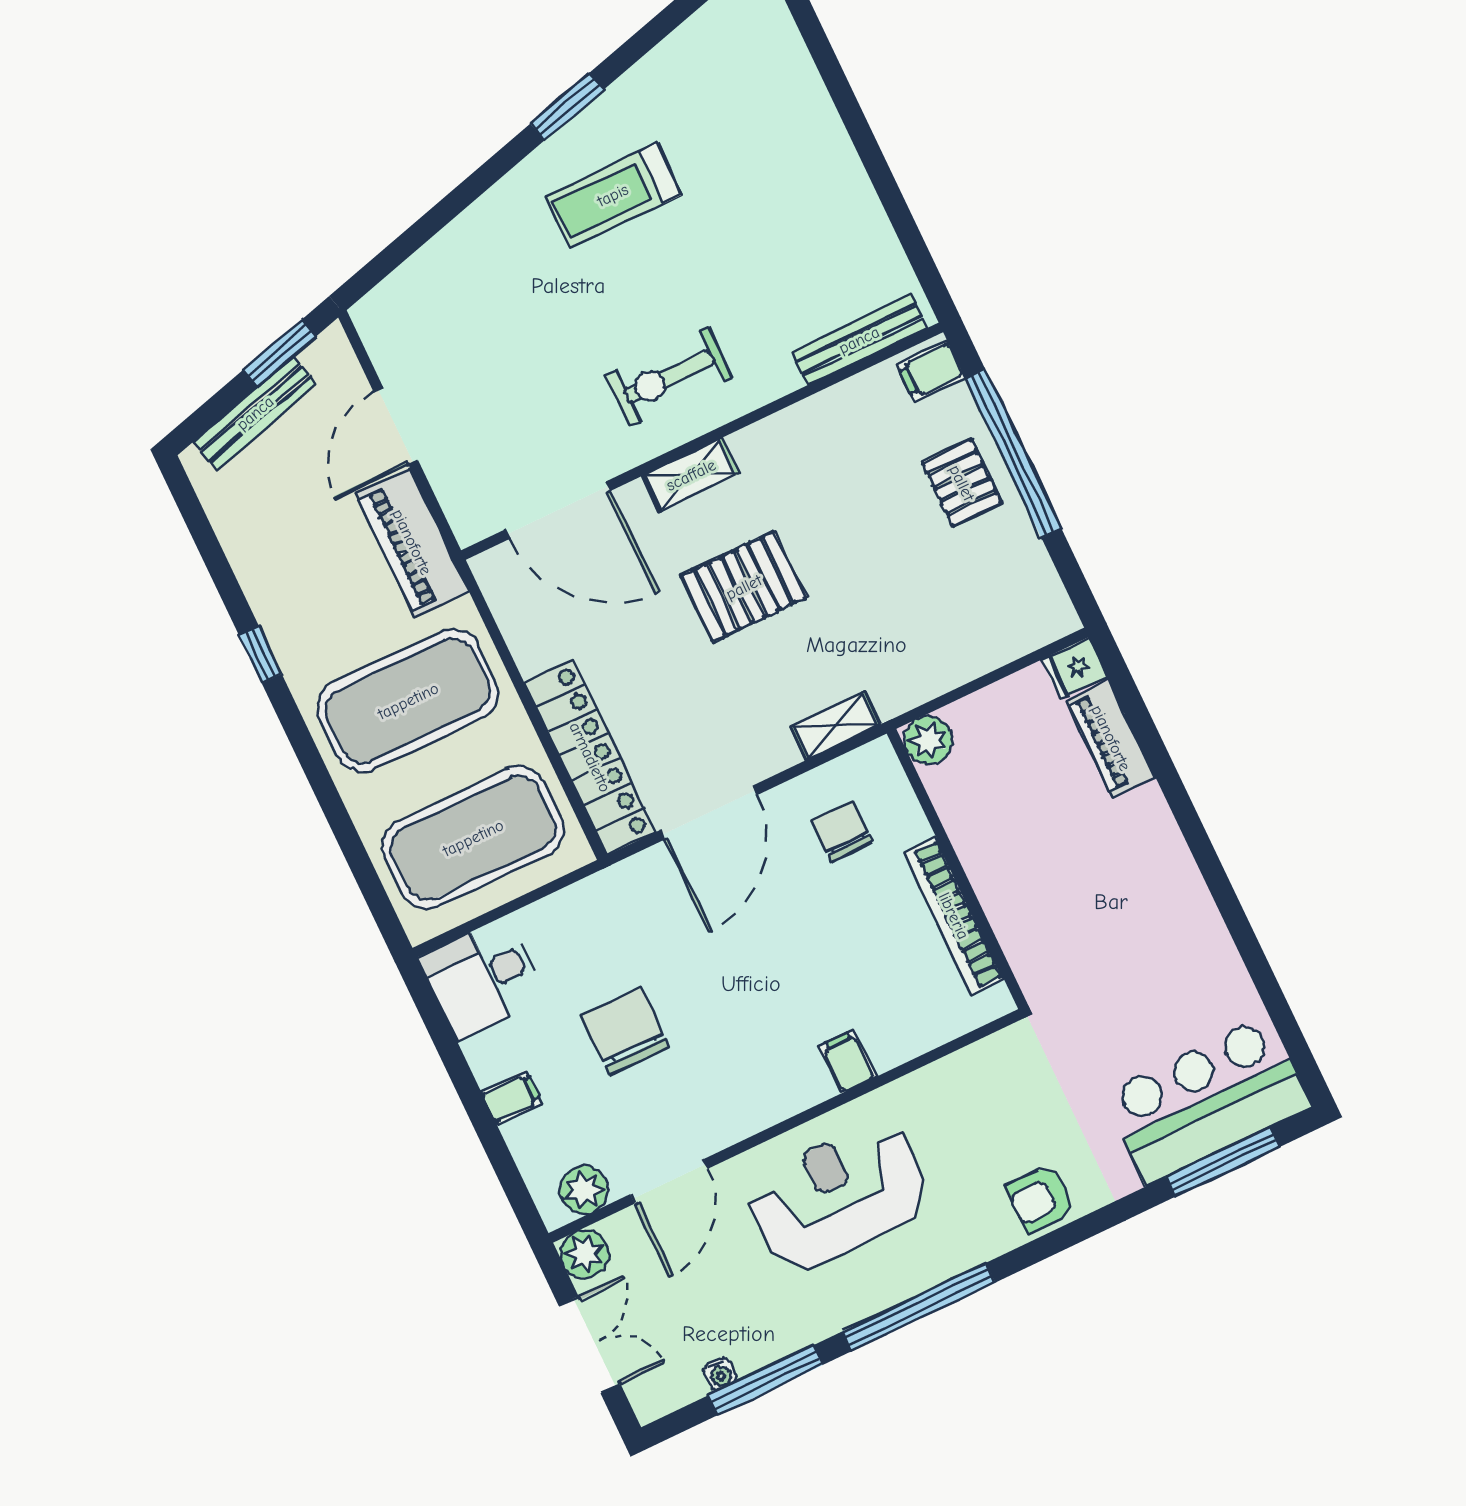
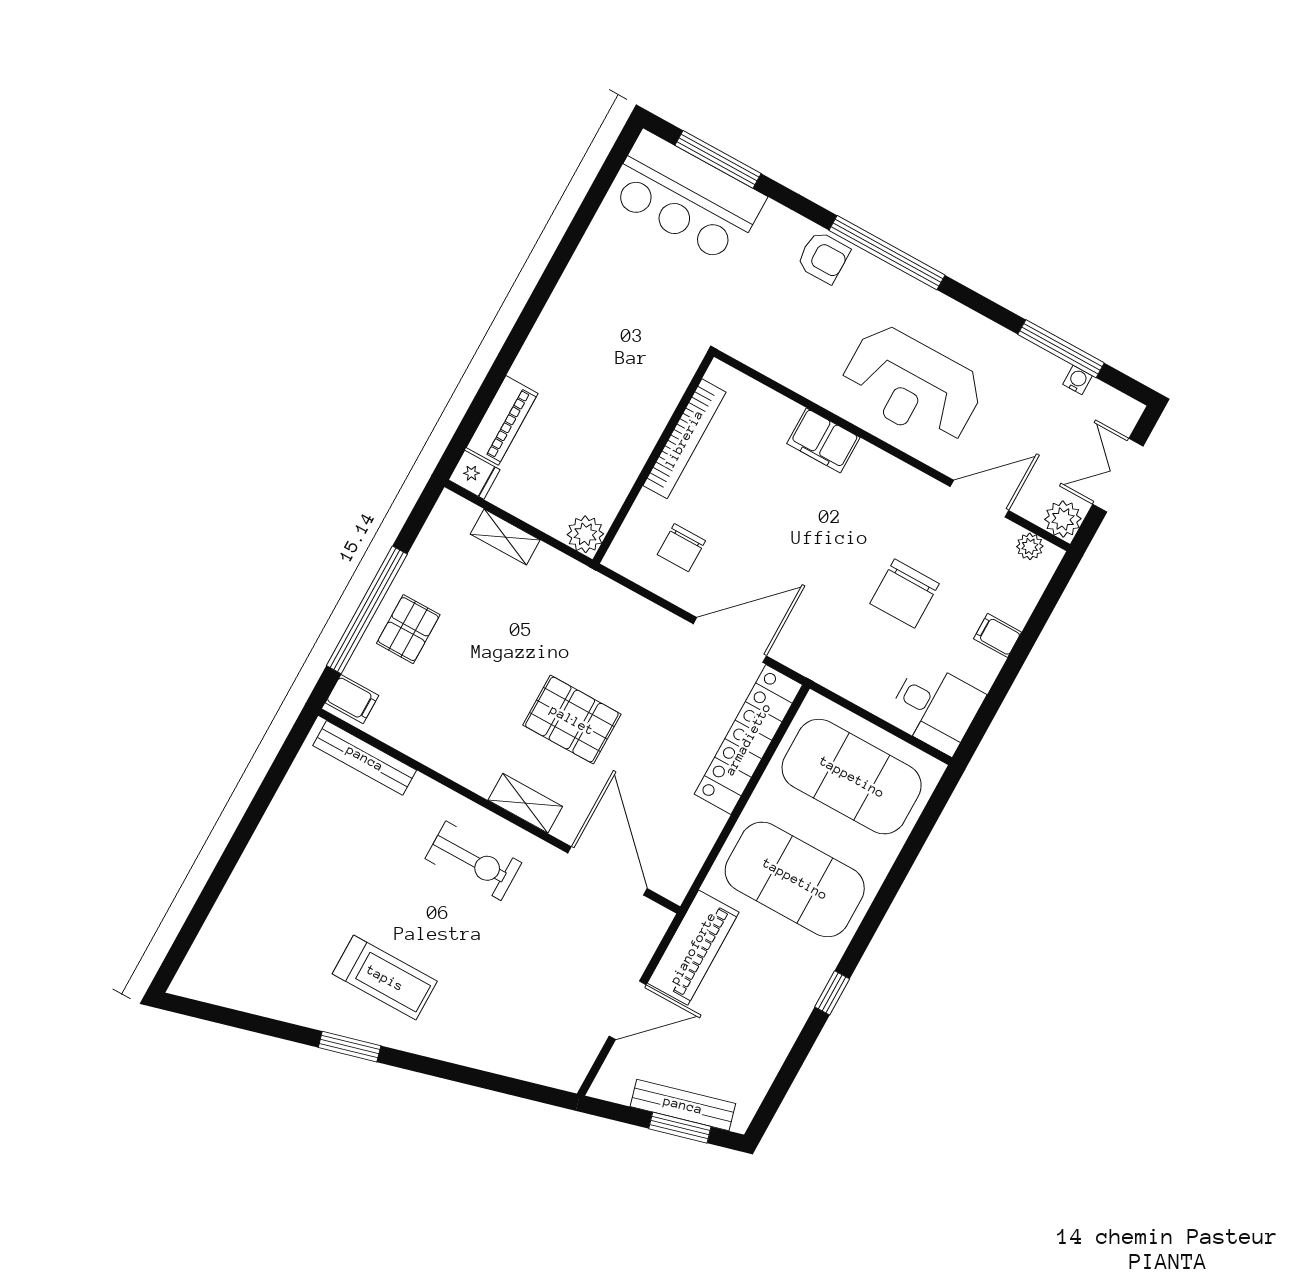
window: (280, 353) -> (680, 1128), moved
shelving: (835, 726) -> (505, 537), moved
filing cabinet: (848, 1061) -> (823, 440), width x2.00
plant: (584, 1190) -> (1030, 546), width x0.73, depth x0.73
window: (919, 1307) -> (887, 253), moved

